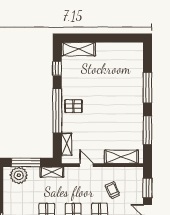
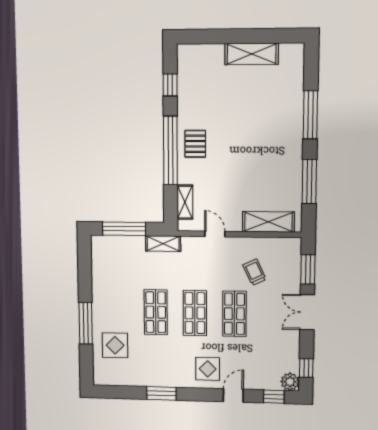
shelving: (78, 49) -> (252, 54), moved
pallet: (73, 106) -> (195, 144), turned 90
plant: (19, 175) -> (114, 248), removed

